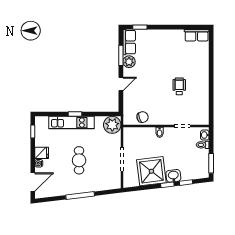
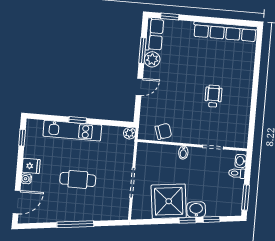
row of seats: (197, 35) -> (225, 32), width x2.02
plant: (112, 125) -> (129, 133), width x0.53, depth x0.53
cafe table: (79, 160) -> (78, 179), turned 90

